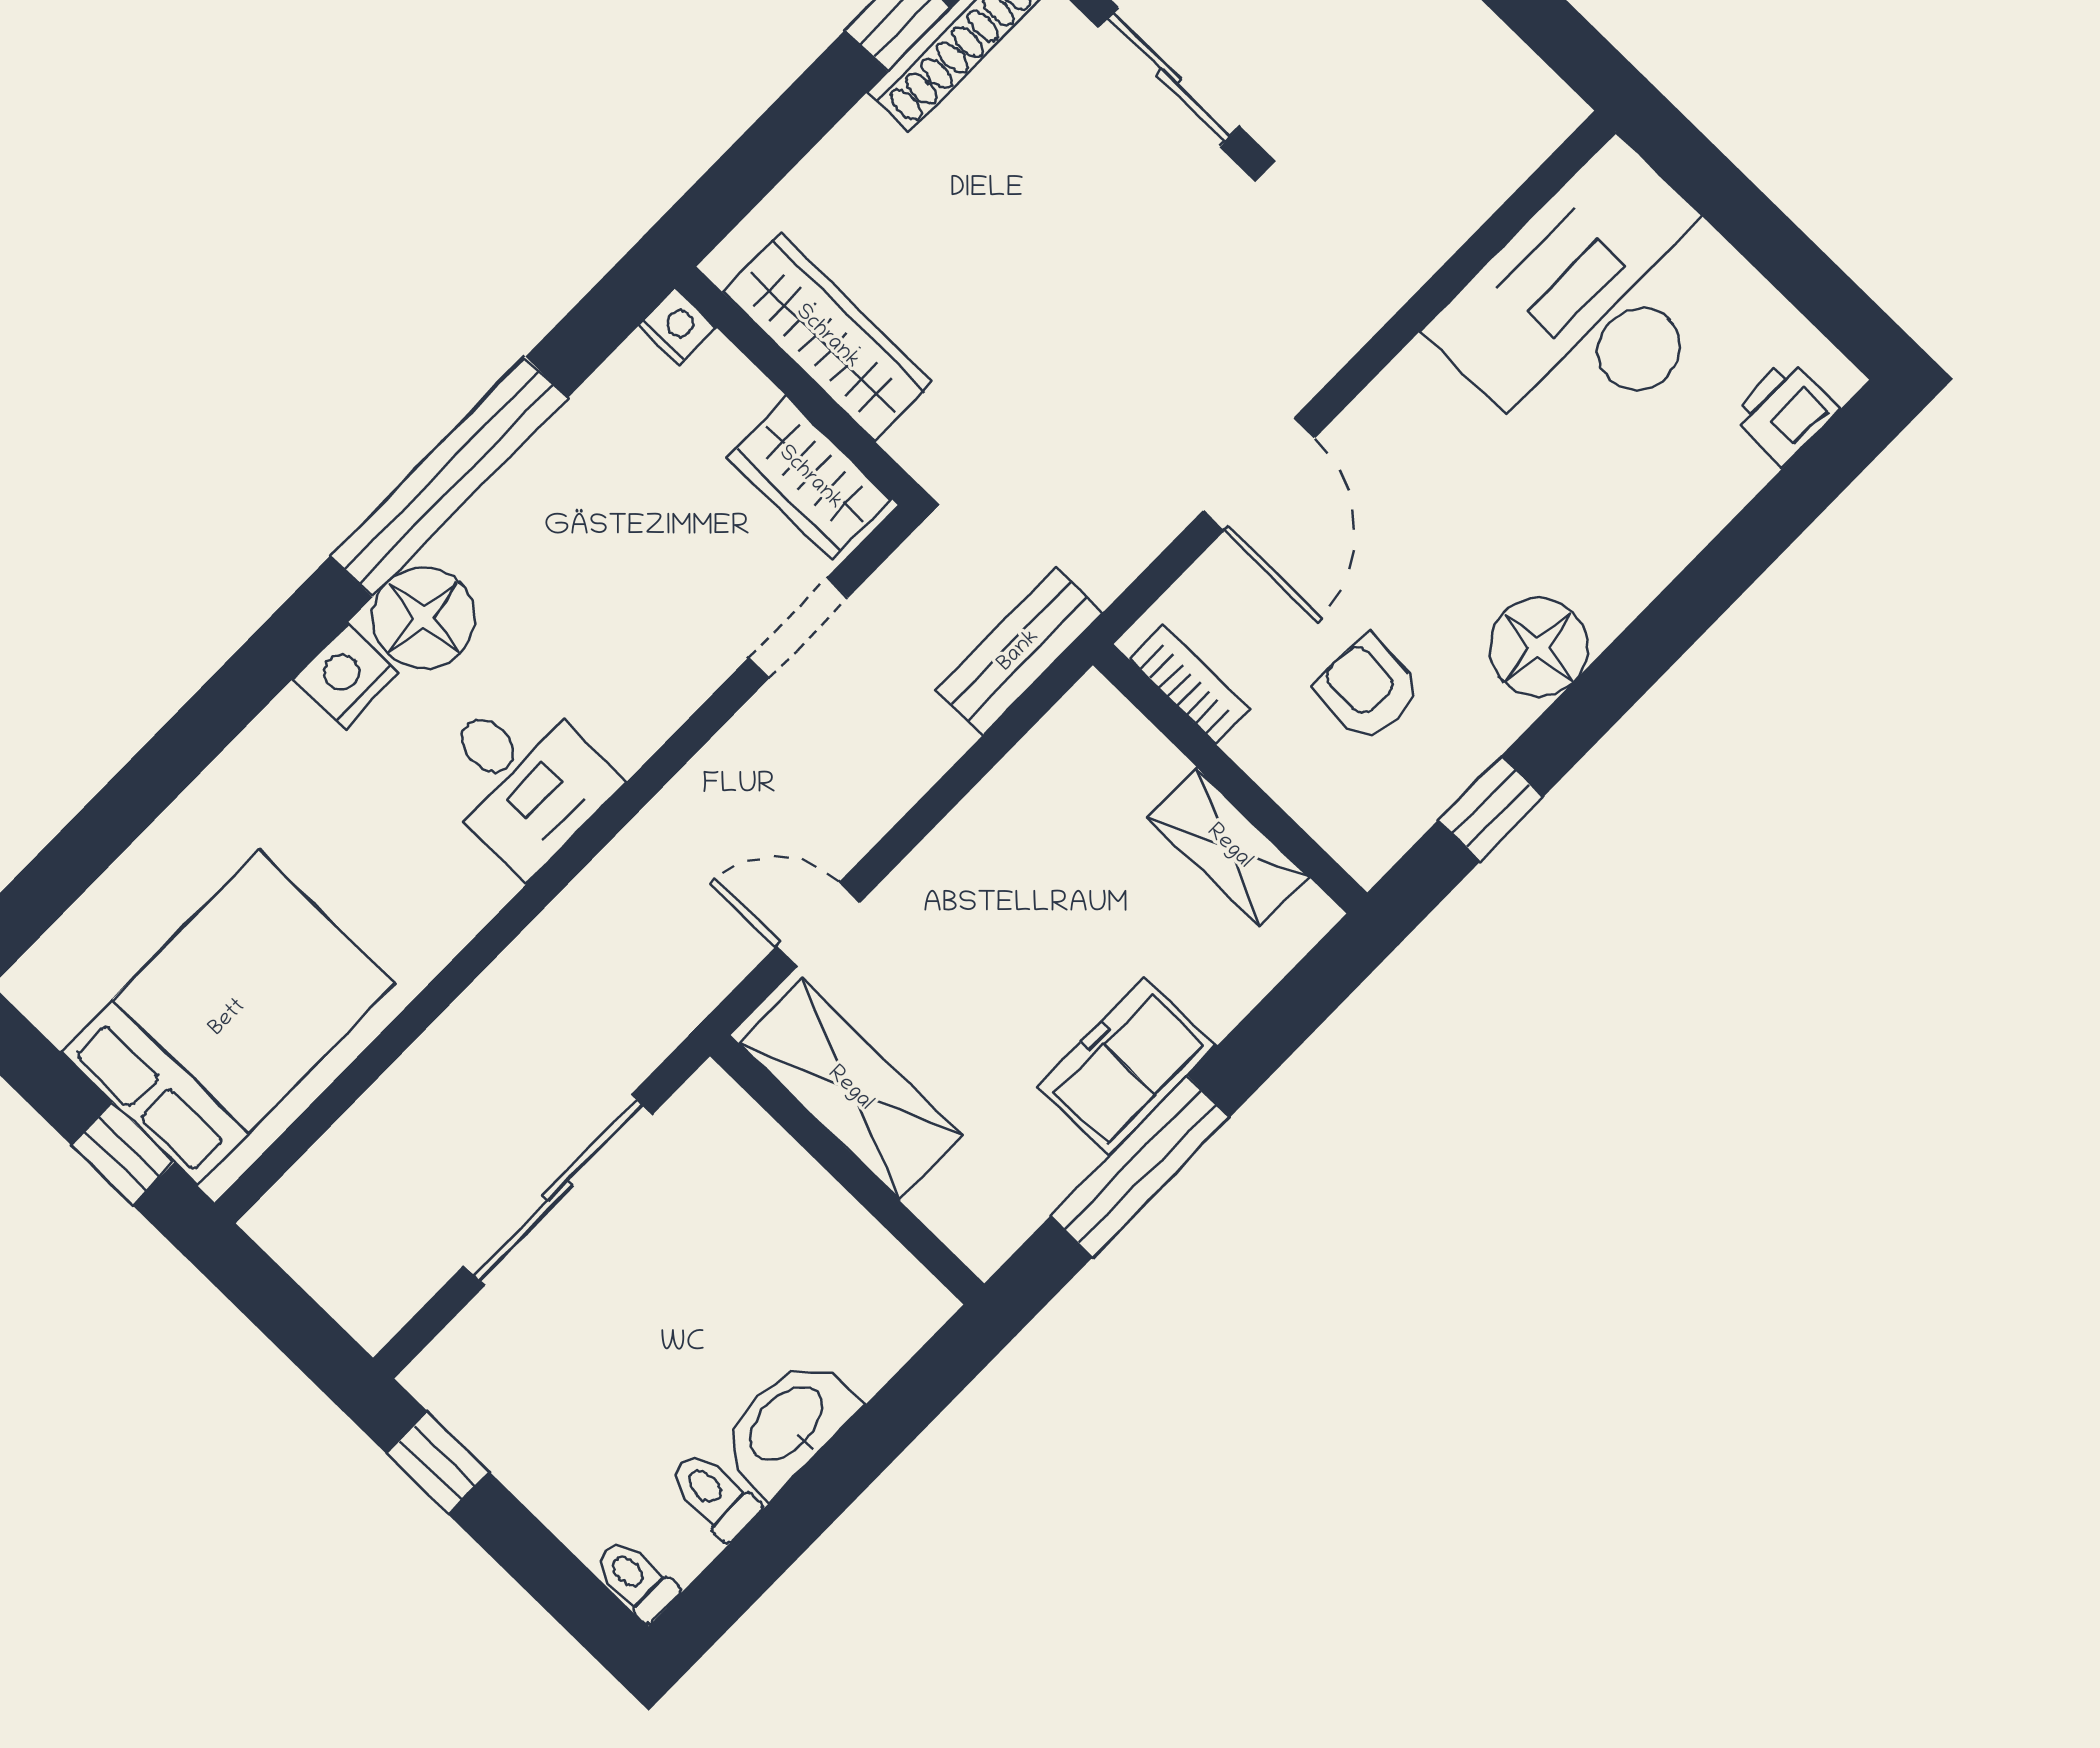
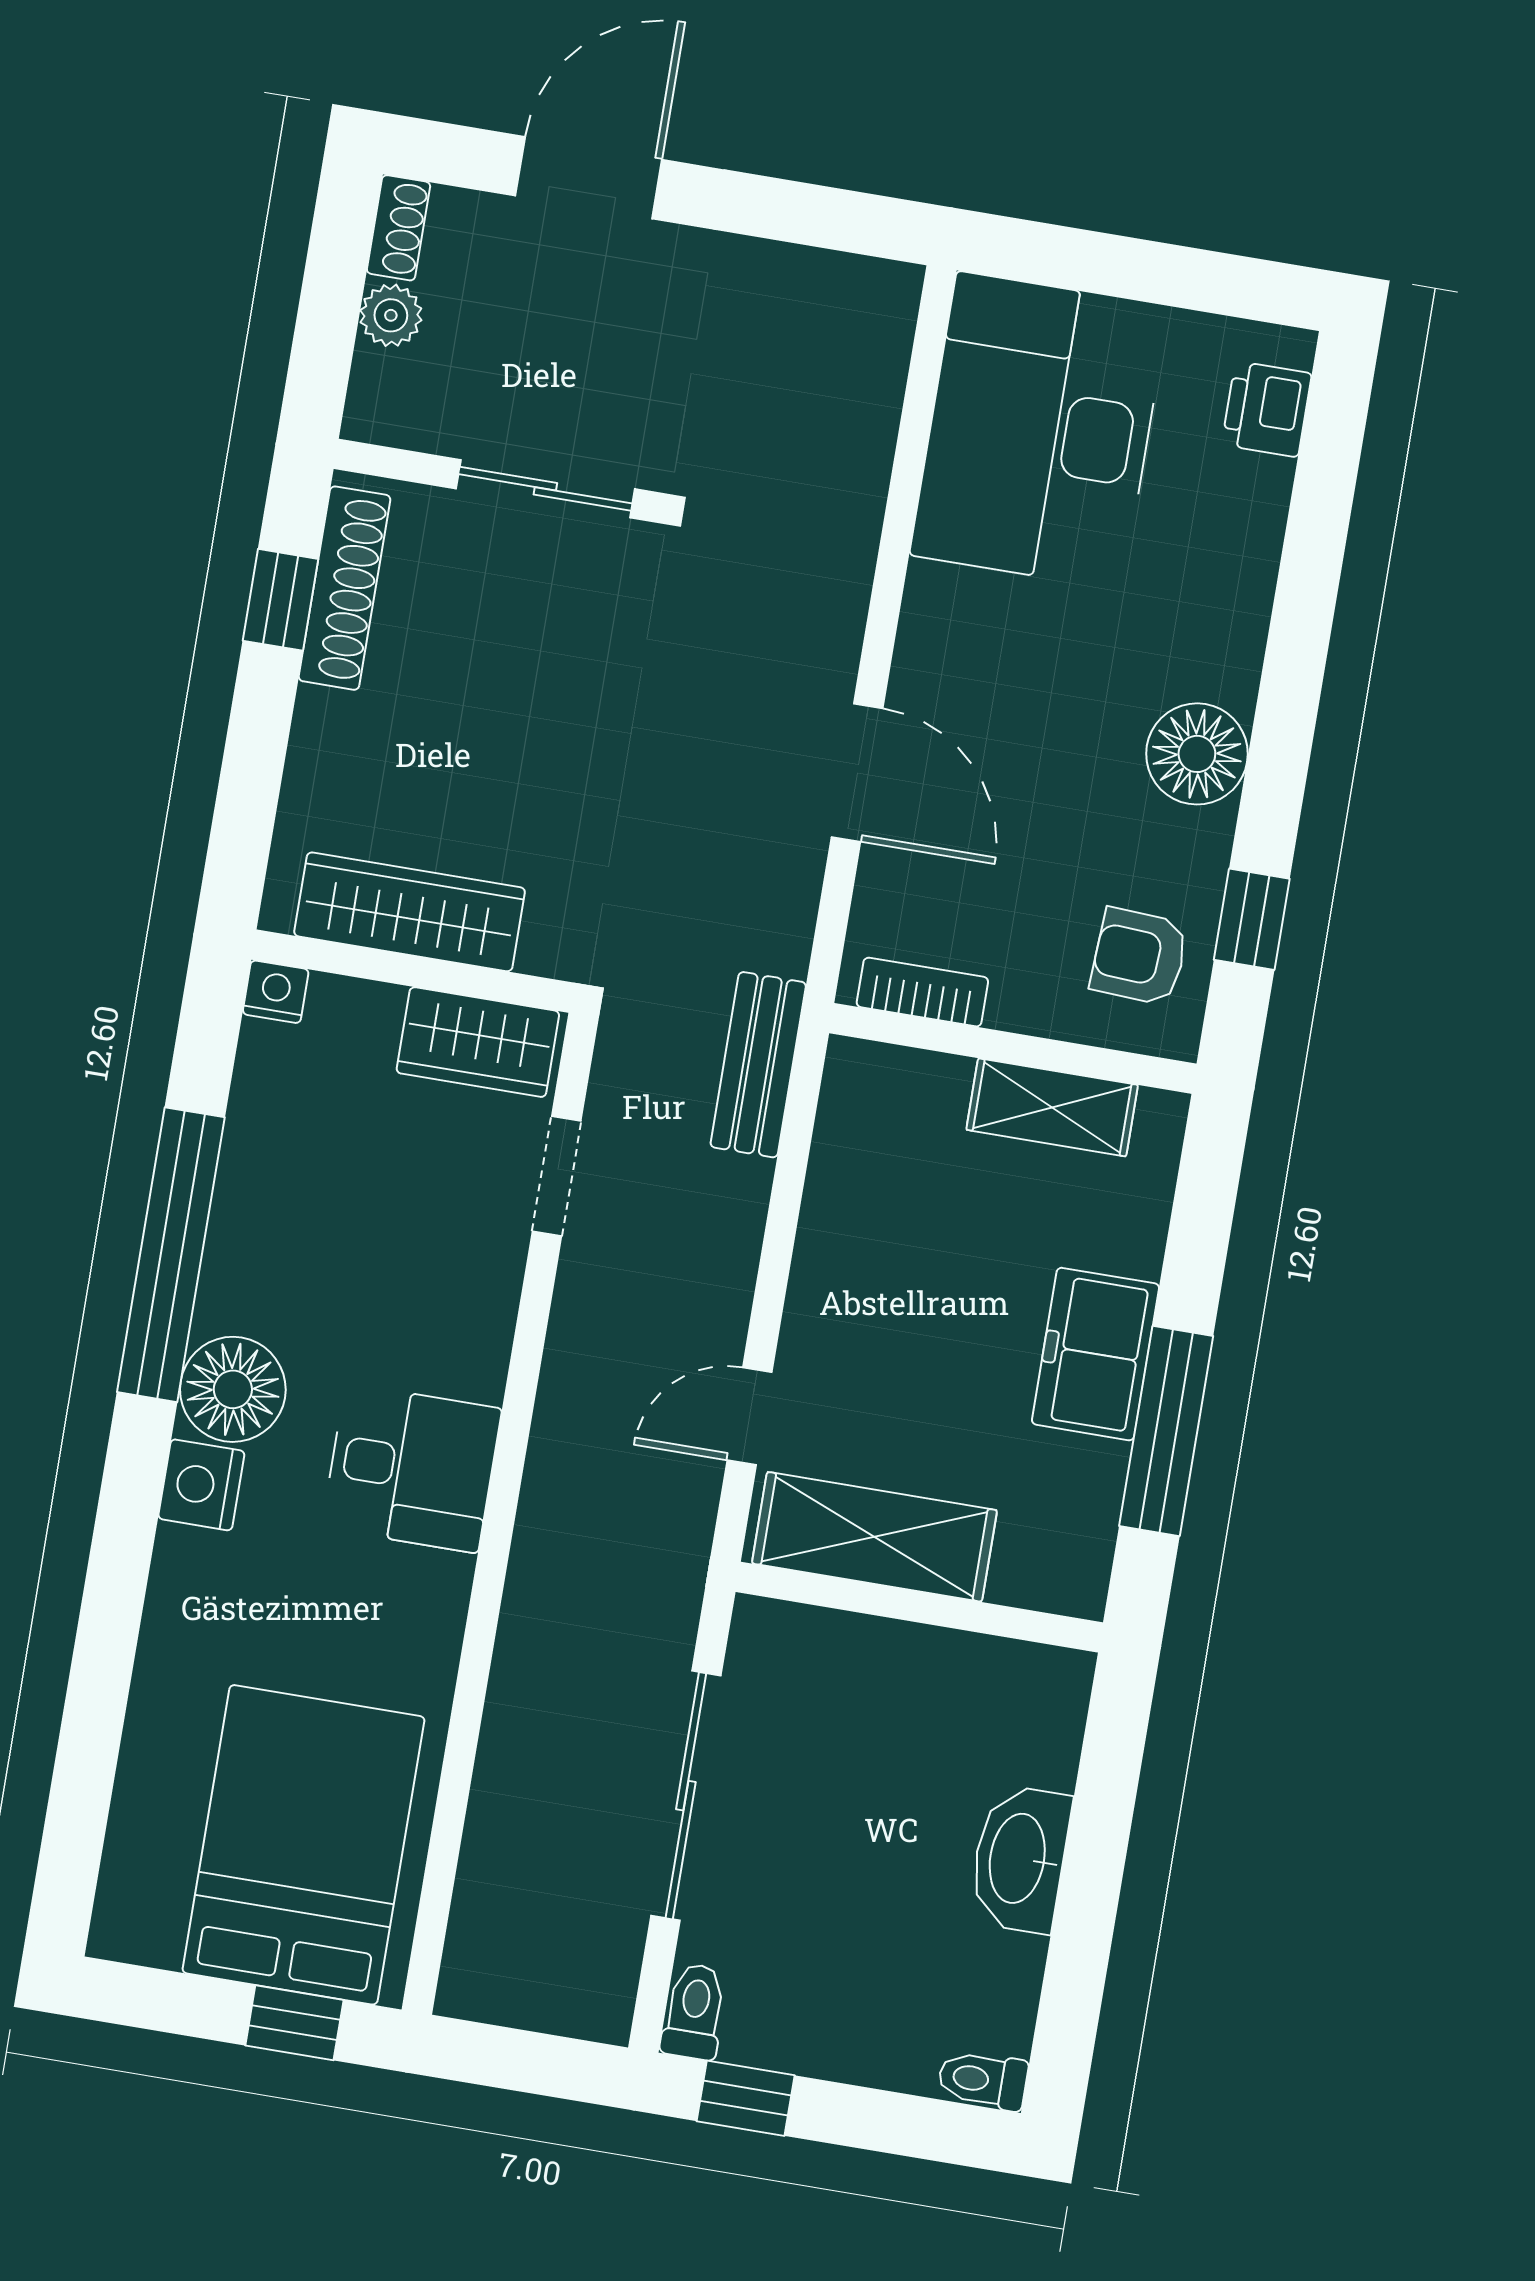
armchair: (1368, 689) -> (1139, 957), moved
toilet: (714, 1495) -> (694, 2011), moved, turned 90

